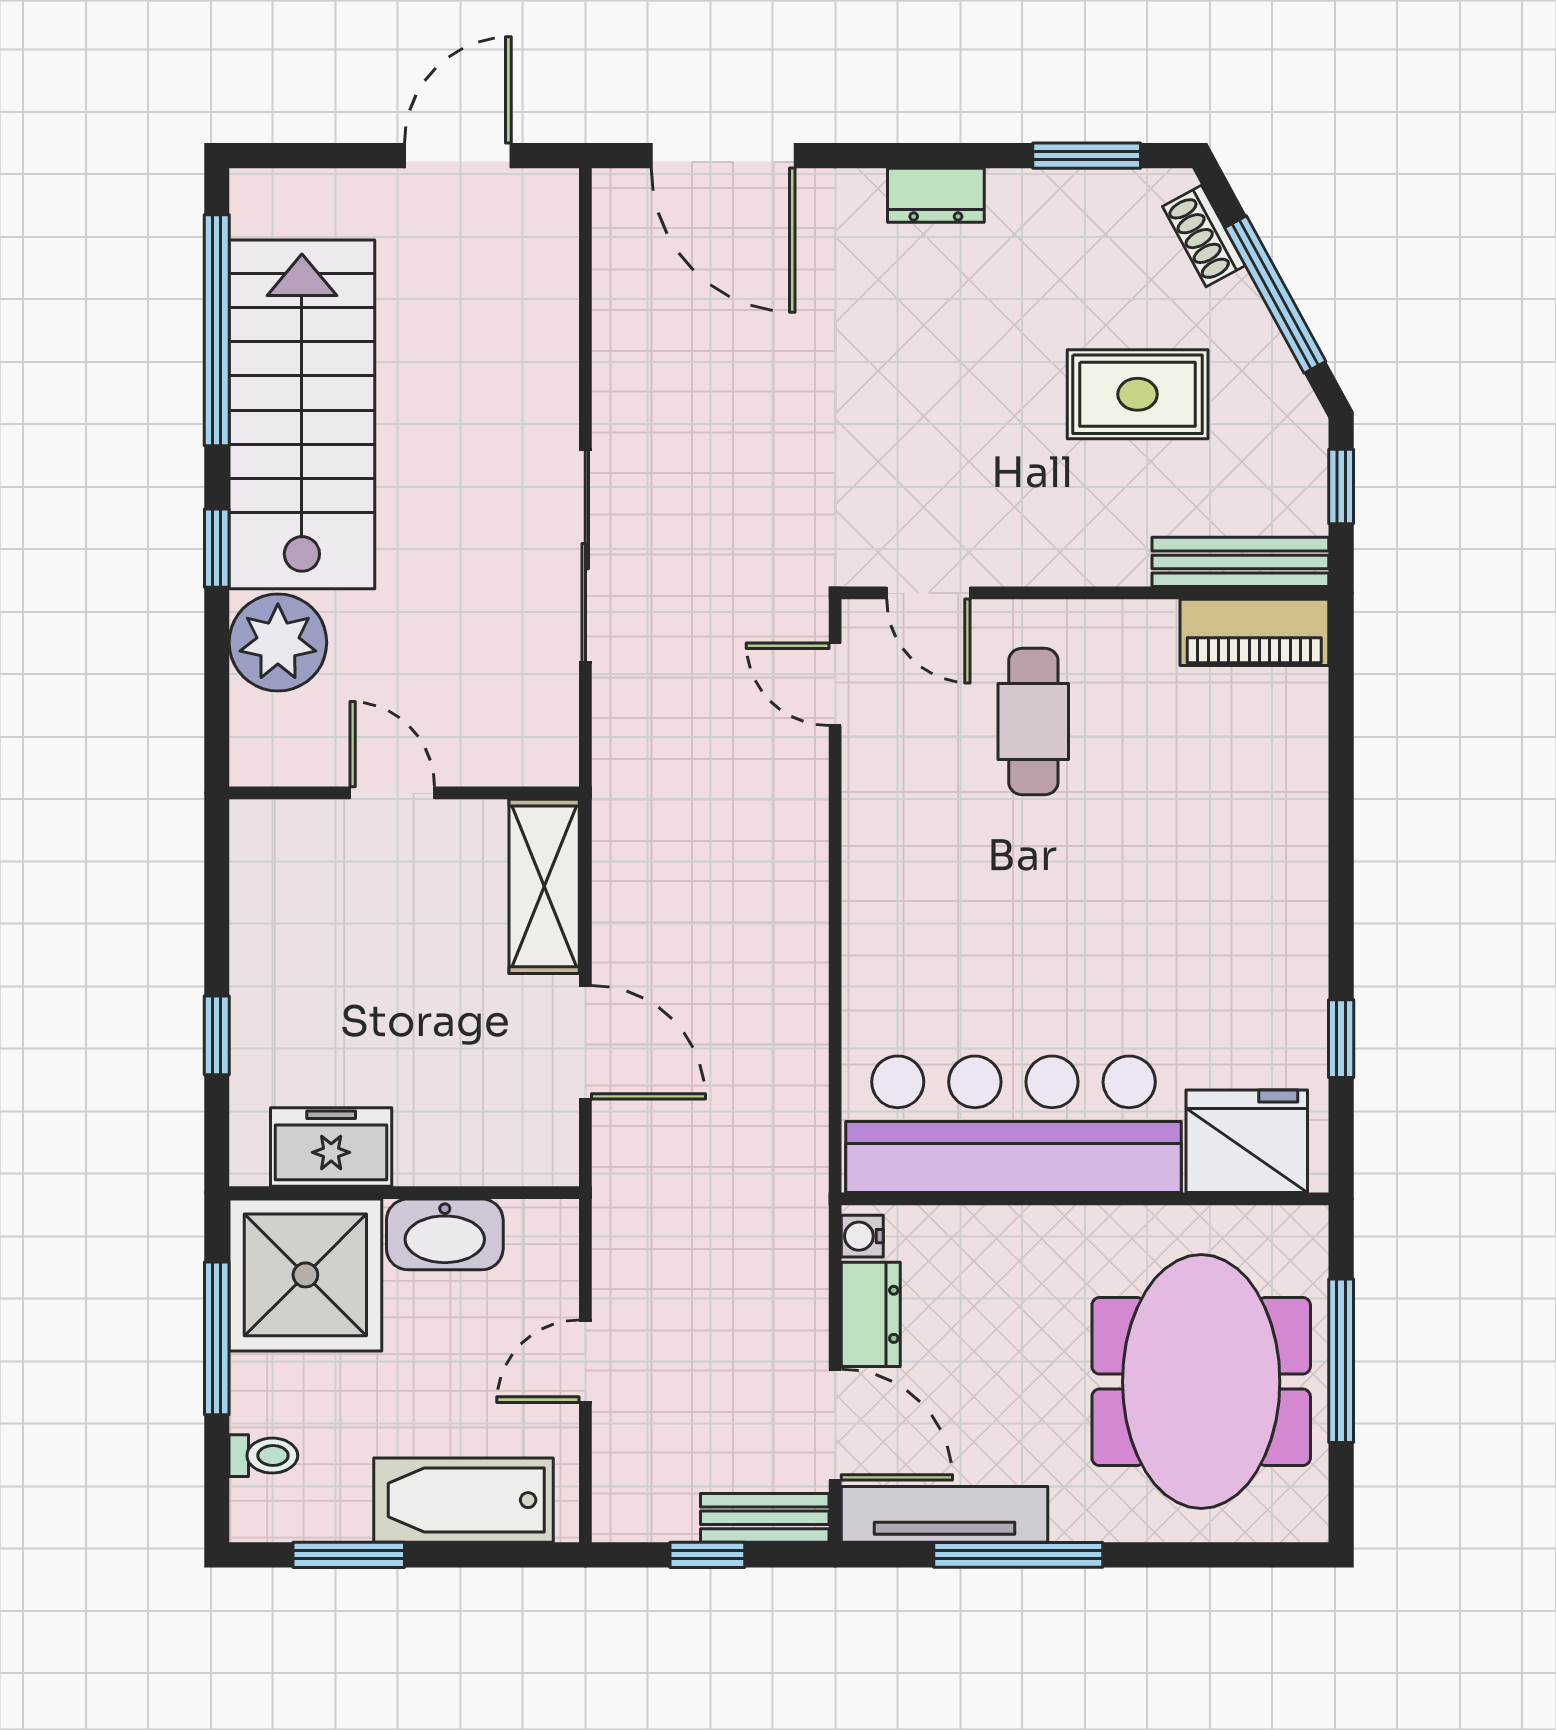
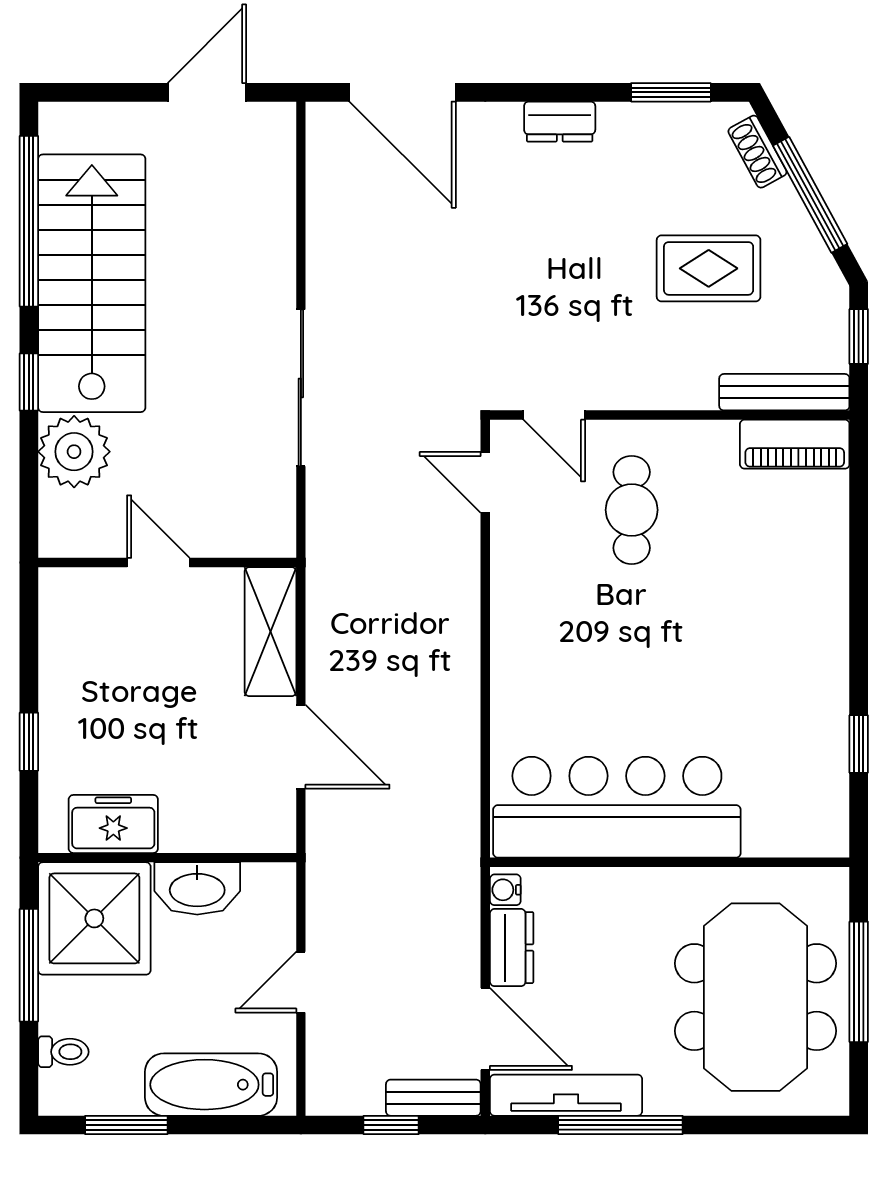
fridge: (1247, 1141) -> (789, 820), removed

